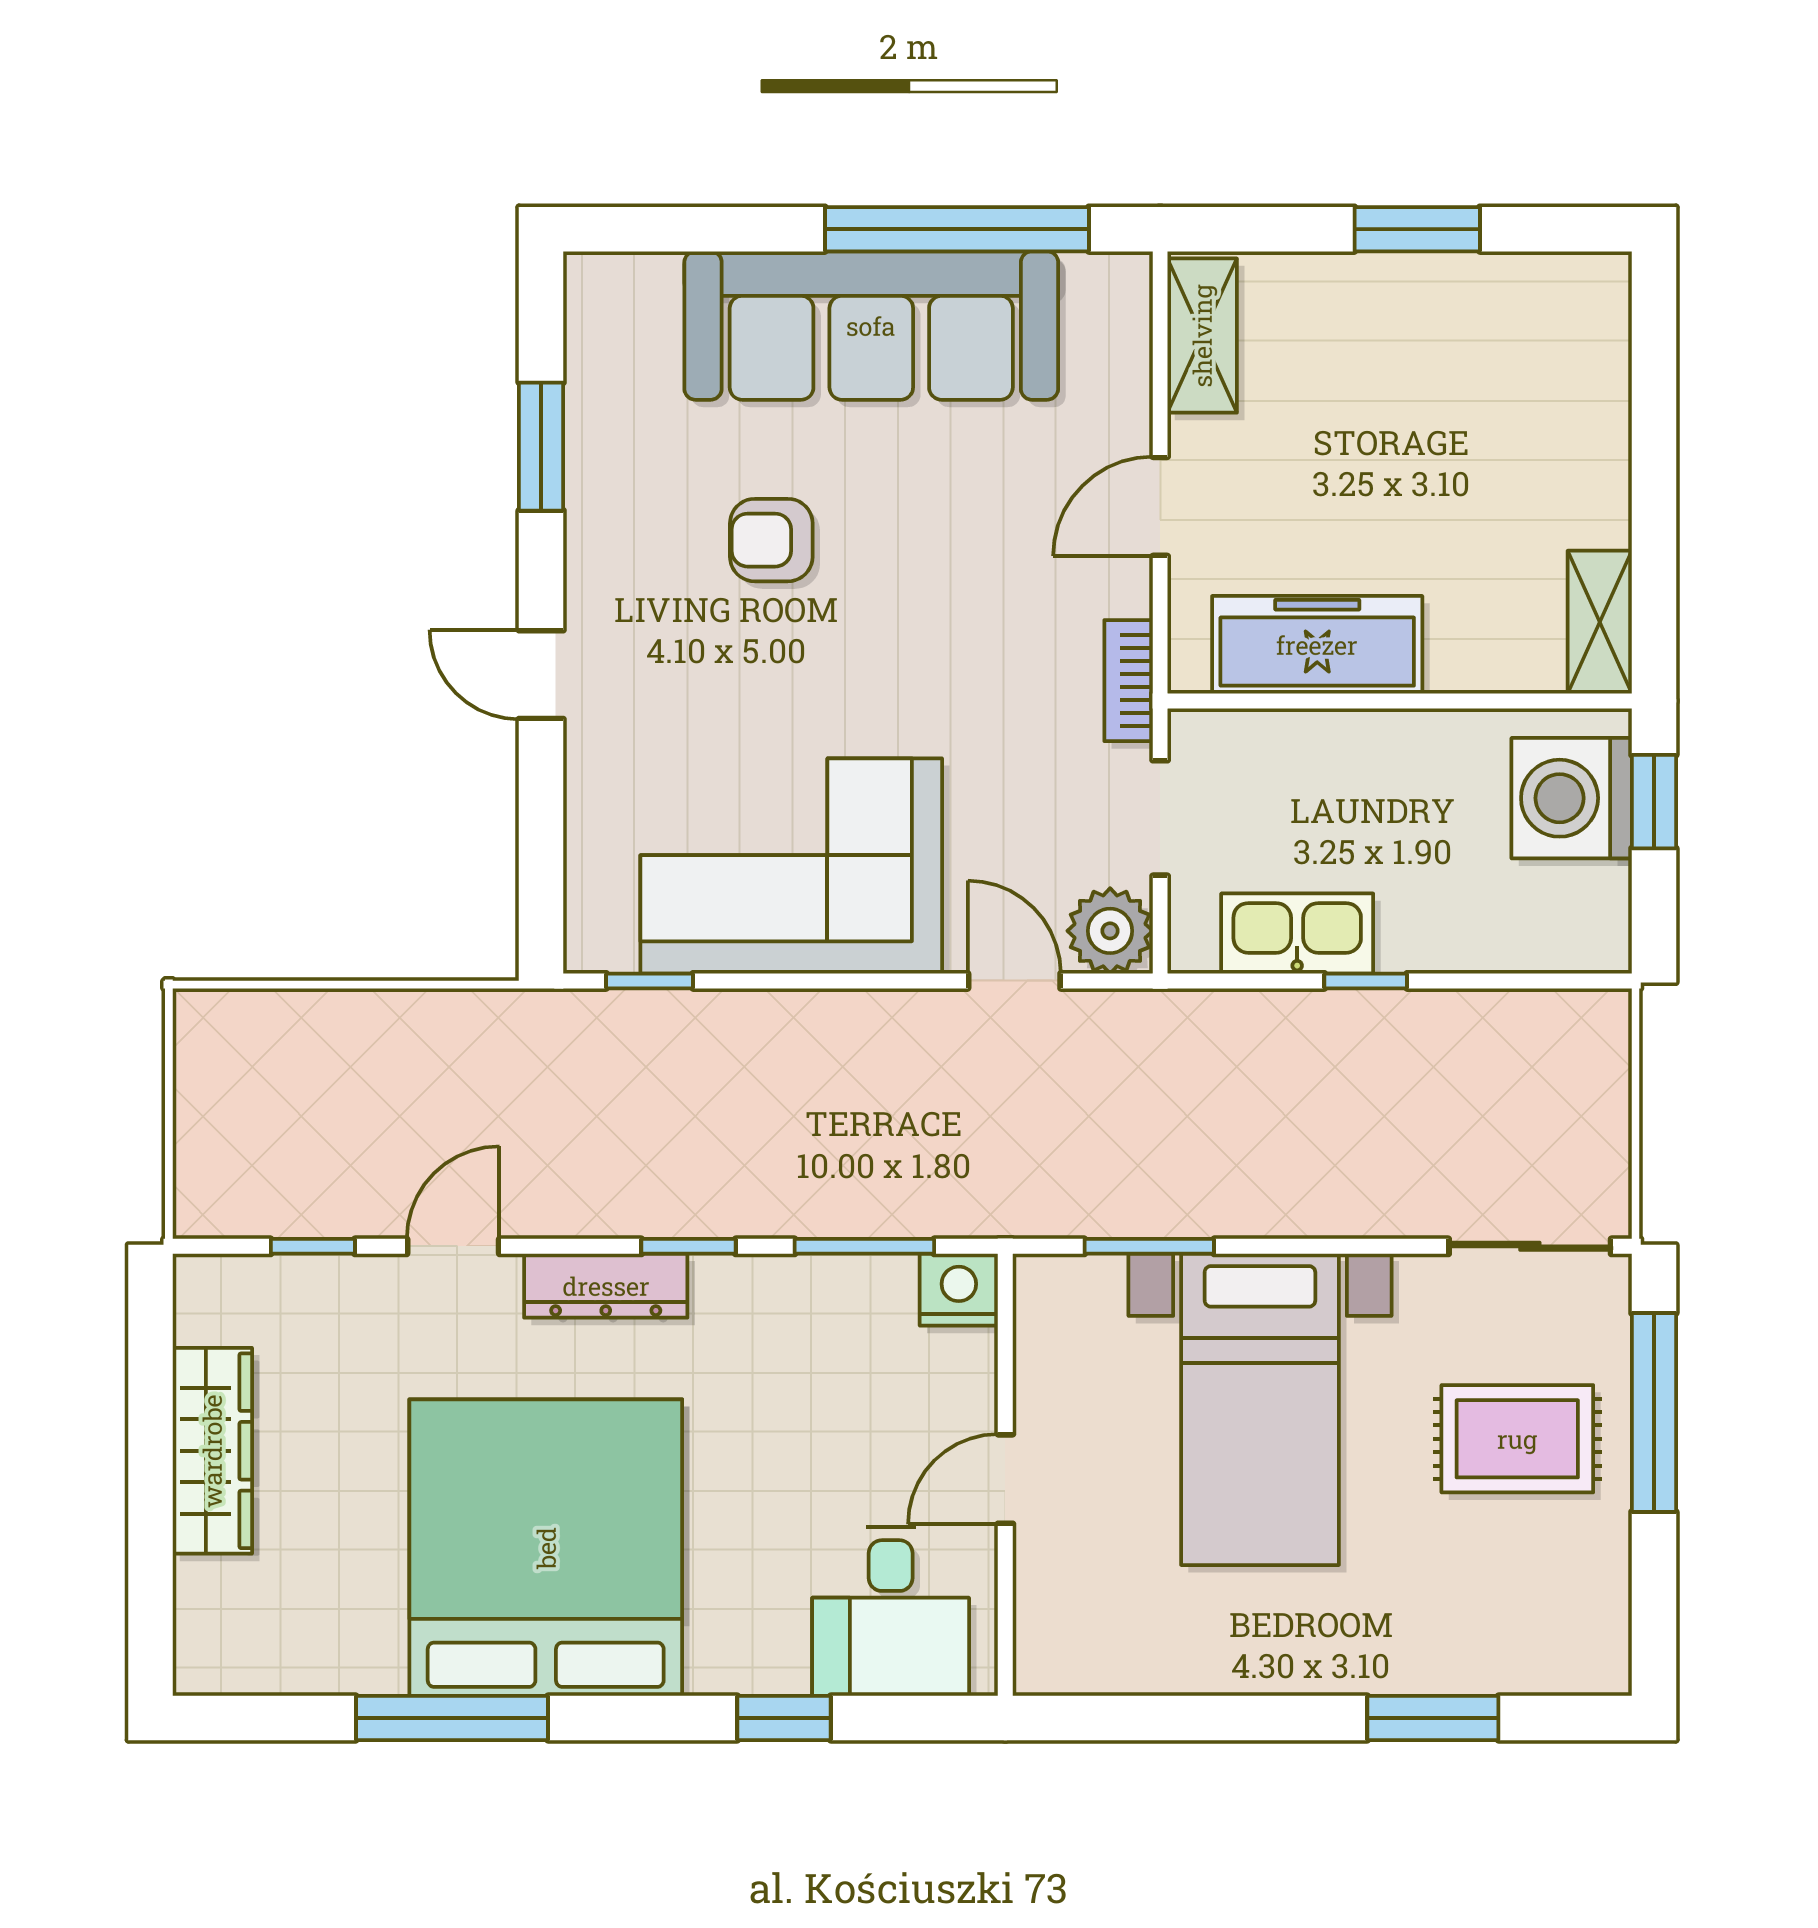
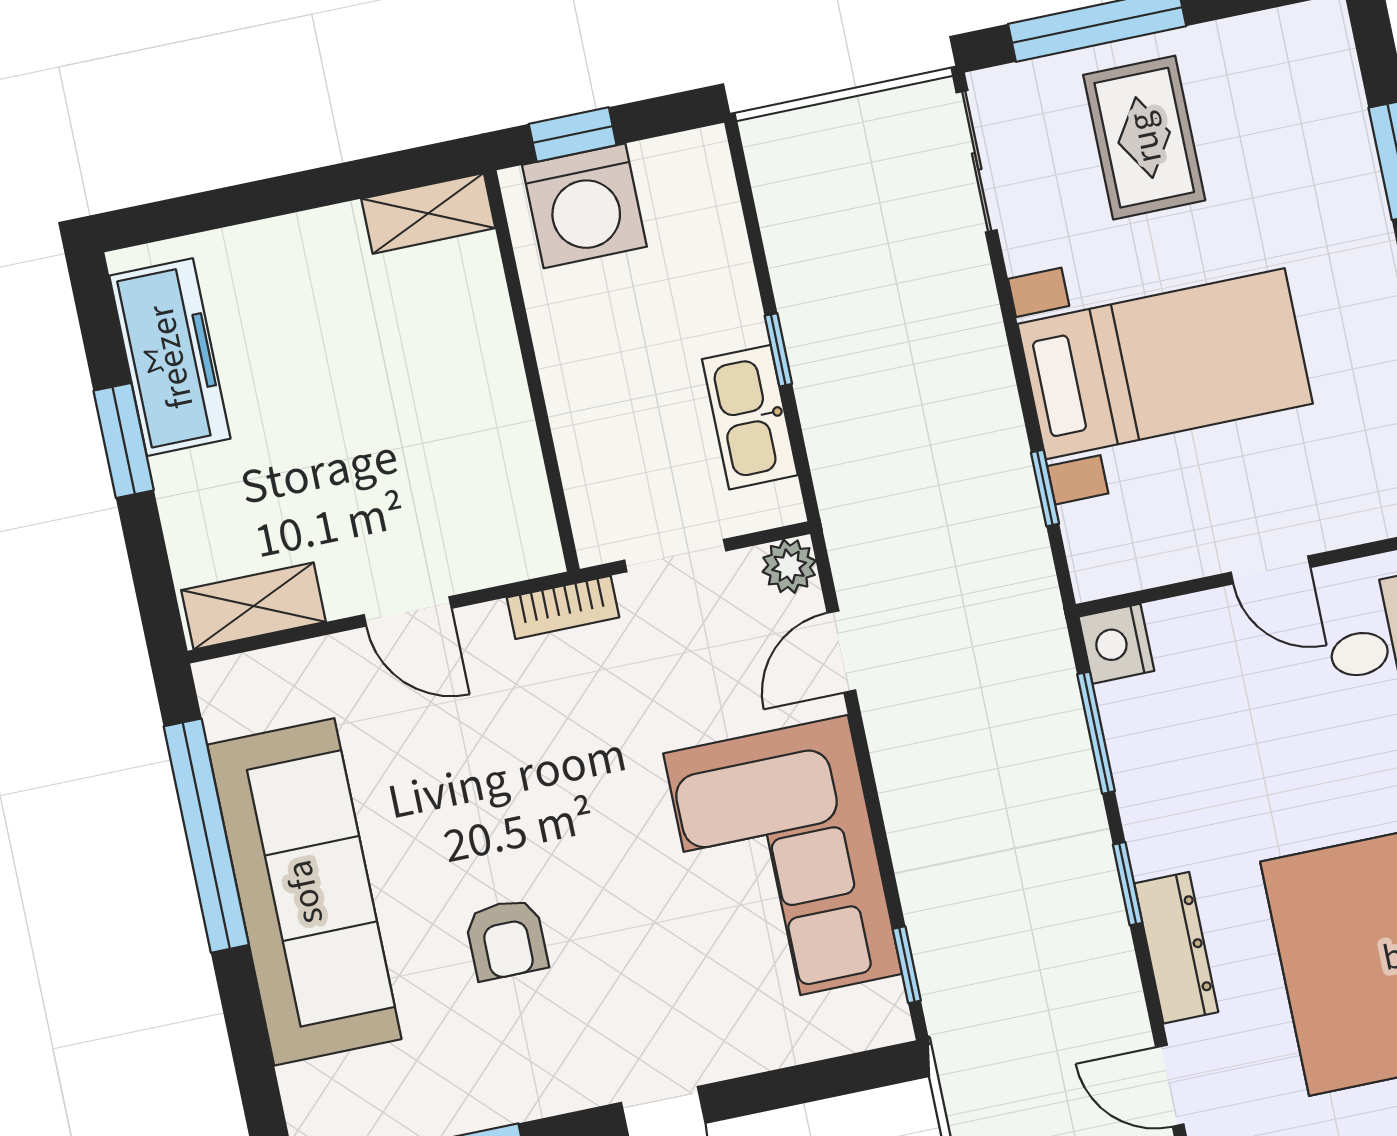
freezer: (1317, 645) -> (170, 357), moved, turned 180
plant: (1110, 931) -> (789, 566), width x0.73, depth x0.73
window: (1149, 1246) -> (1045, 488), width x0.67

